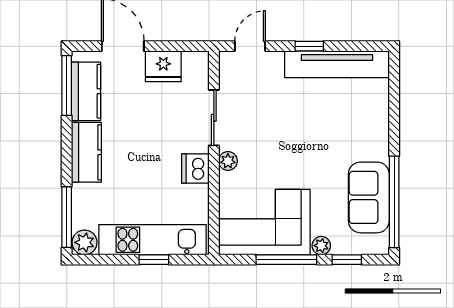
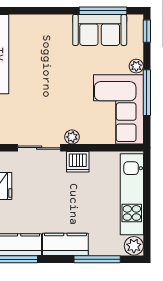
window: (394, 202) -> (103, 11), width x0.68
window: (67, 217) -> (97, 259), moved
window: (154, 260) -> (147, 193), removed
window: (347, 260) -> (147, 31), moved

